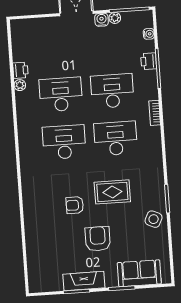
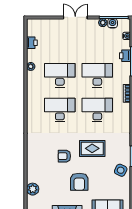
water cooler: (102, 20) -> (113, 23), moved
printer: (20, 70) -> (32, 43), moved
armchair: (98, 239) -> (79, 182), turned 180
plant: (34, 253) -> (33, 189), added

